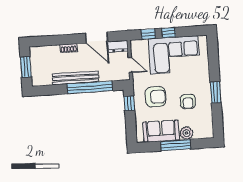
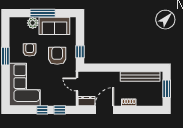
door: (97, 37) -> (104, 110), hinge flipped
corner sofa: (174, 55) -> (25, 84), moved, turned 90
bench: (75, 78) -> (140, 77), moved
window: (90, 87) -> (113, 68), removed
armchair: (156, 97) -> (57, 56), turned 90

